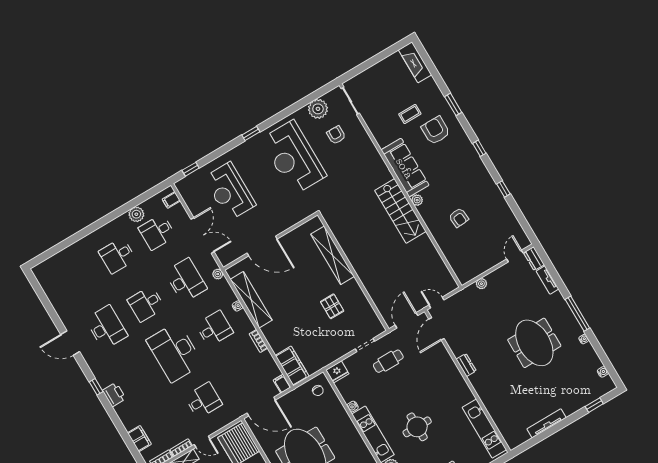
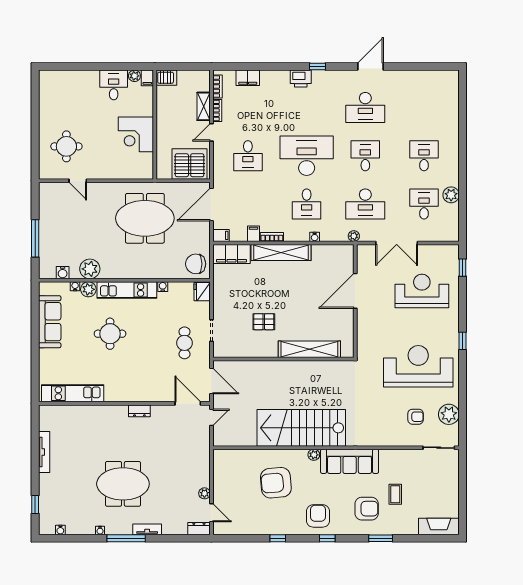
armchair: (465, 167) -> (318, 516), added
filing cabinet: (171, 200) -> (253, 234), moved
stairs: (400, 211) -> (301, 428), width x1.36, depth x1.51
armchair: (459, 218) -> (276, 483), width x1.88, depth x1.88
tv unit: (548, 280) -> (147, 529), moved
plant: (481, 284) -> (204, 493), moved
shelving: (251, 300) -> (281, 252), moved
chair: (318, 391) -> (196, 264), width x1.87, depth x1.87

